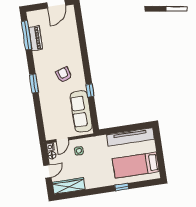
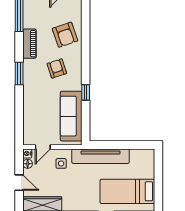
piano: (36, 38) -> (30, 44), moved
armchair: (66, 46) -> (65, 35), added
tv unit: (130, 137) -> (100, 156), moved
door: (47, 171) -> (19, 183), hinge flipped

